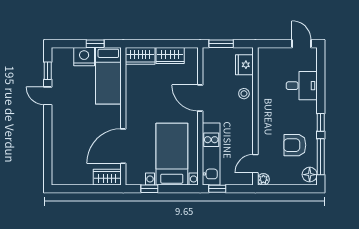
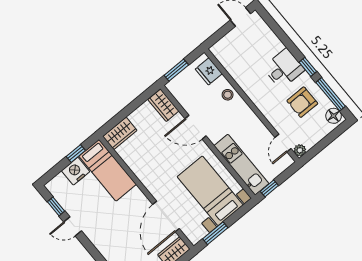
wardrobe: (170, 55) -> (163, 105), moved, turned 90
desk: (302, 86) -> (284, 69), moved
window: (149, 189) -> (215, 233), width x1.50

